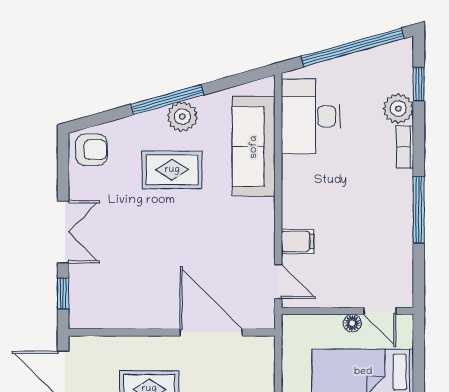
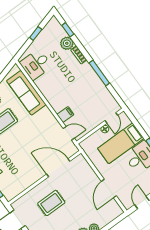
window: (353, 47) -> (36, 34), width x0.32
desk: (311, 116) -> (36, 64), width x0.73
door: (380, 311) -> (111, 118), hinge flipped

